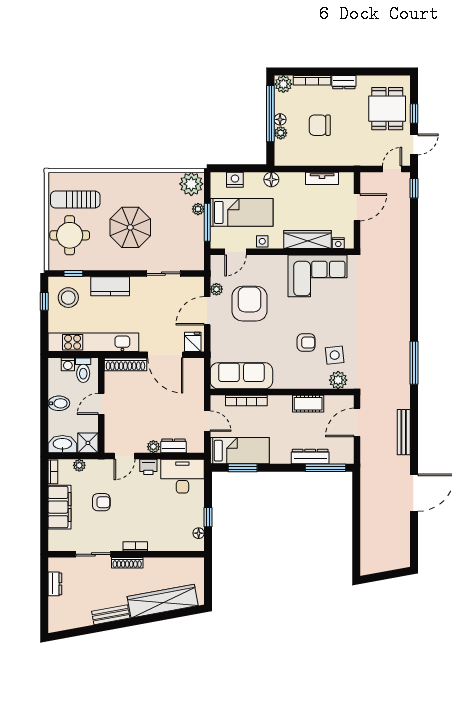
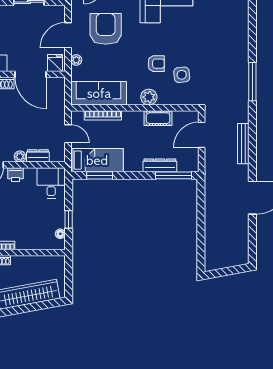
plant: (216, 289) -> (76, 60), moved
plant: (338, 380) -> (149, 97), moved
desk: (182, 476) -> (51, 183), width x0.73

